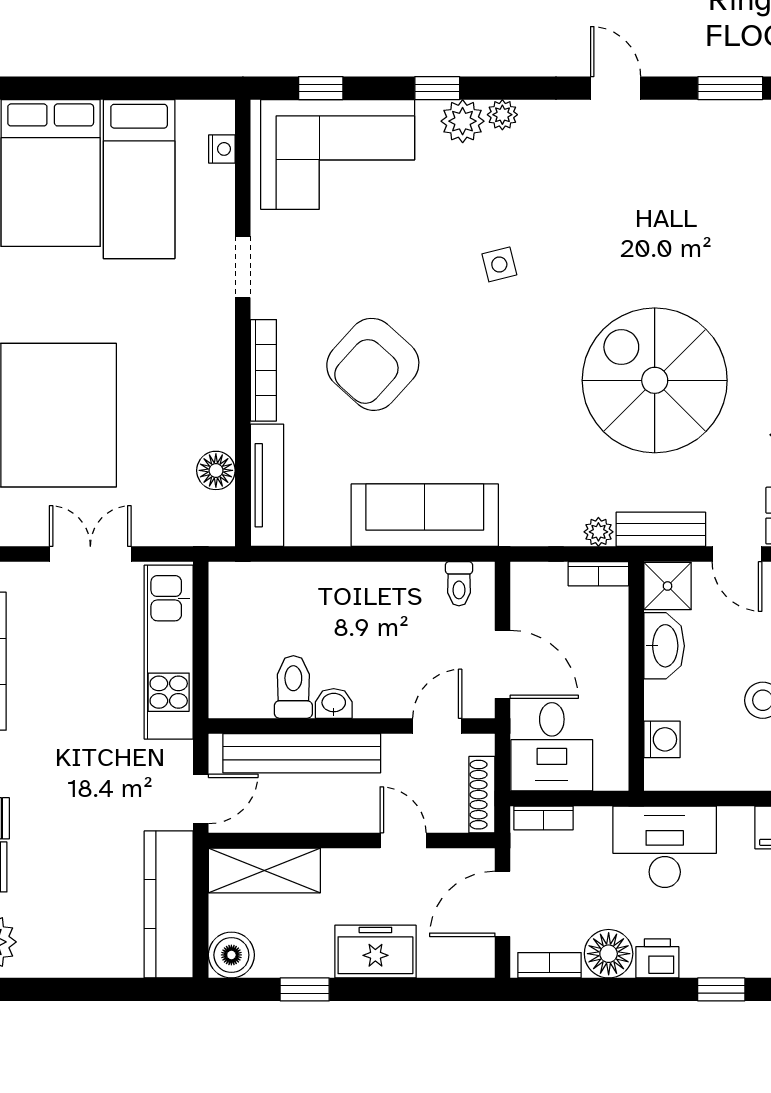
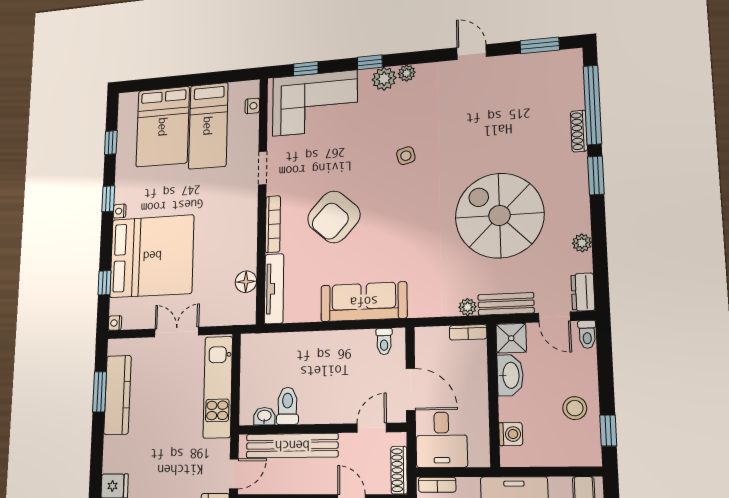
washbasin: (334, 703) -> (264, 416), moved

